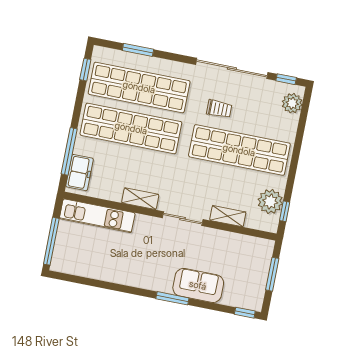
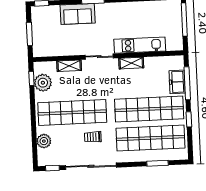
window: (85, 70) -> (189, 119), moved
plant: (292, 103) -> (44, 141), moved
freezer: (80, 173) -> (177, 82), moved
kitchen unit: (97, 216) -> (140, 45), moved

